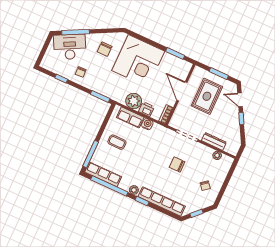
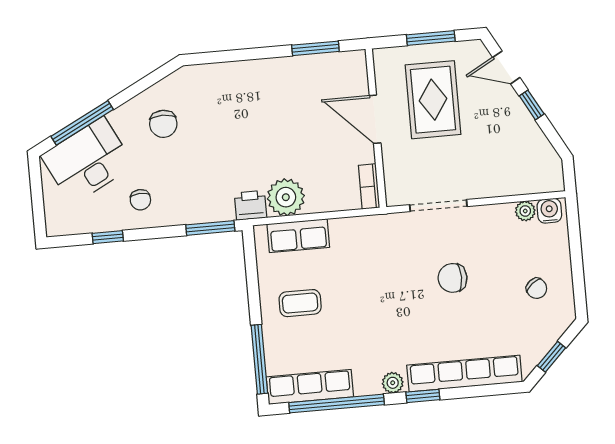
corner desk: (138, 61) -> (248, 108), removed
printer: (146, 109) -> (250, 205), moved
water cooler: (147, 124) -> (549, 211), moved
dresser: (214, 141) -> (502, 186), removed

